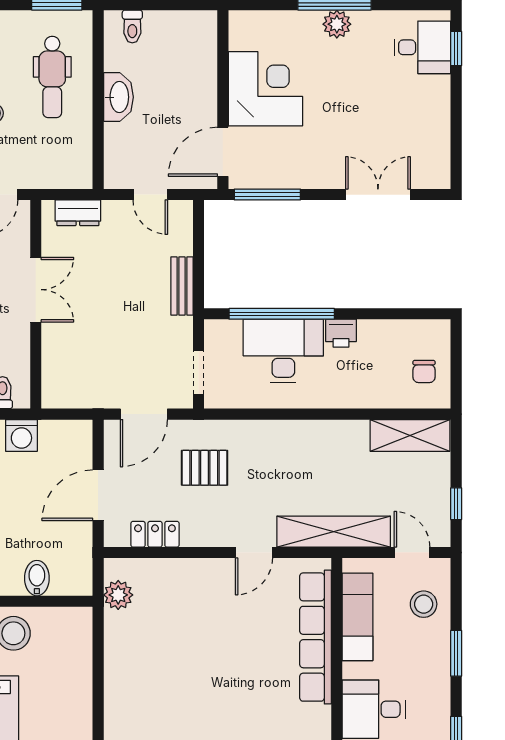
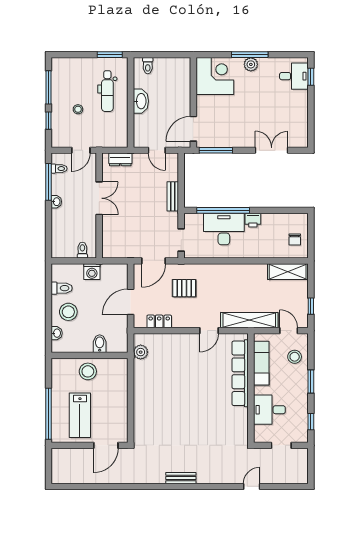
corner desk: (265, 89) -> (215, 76), moved

